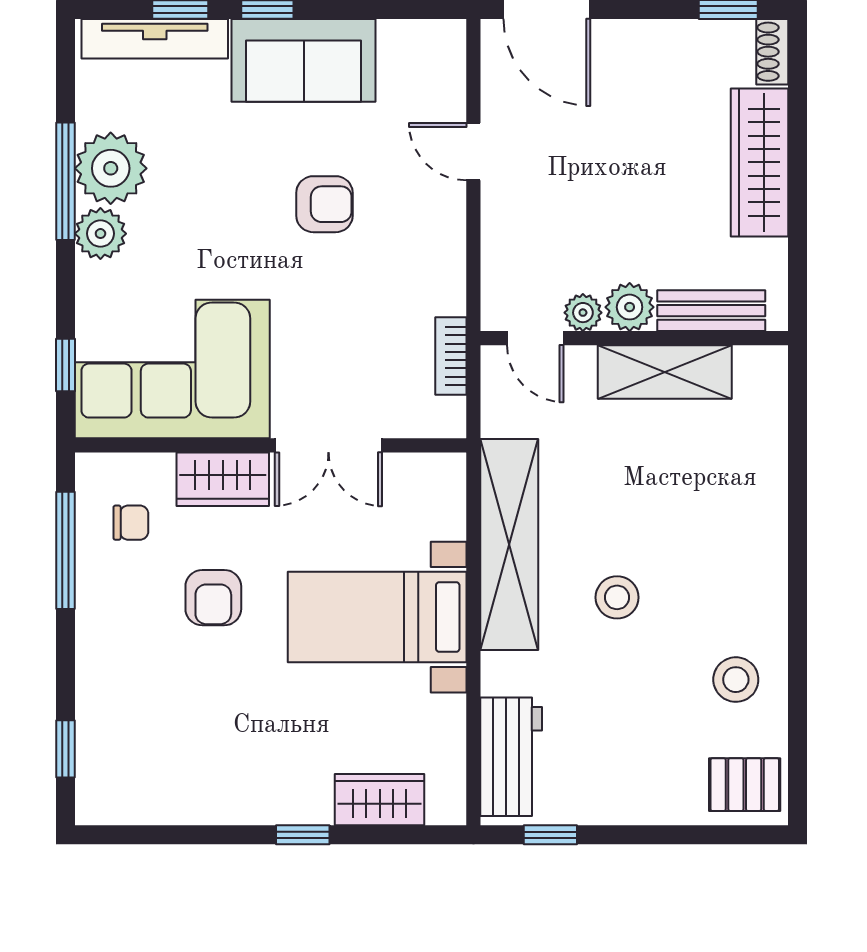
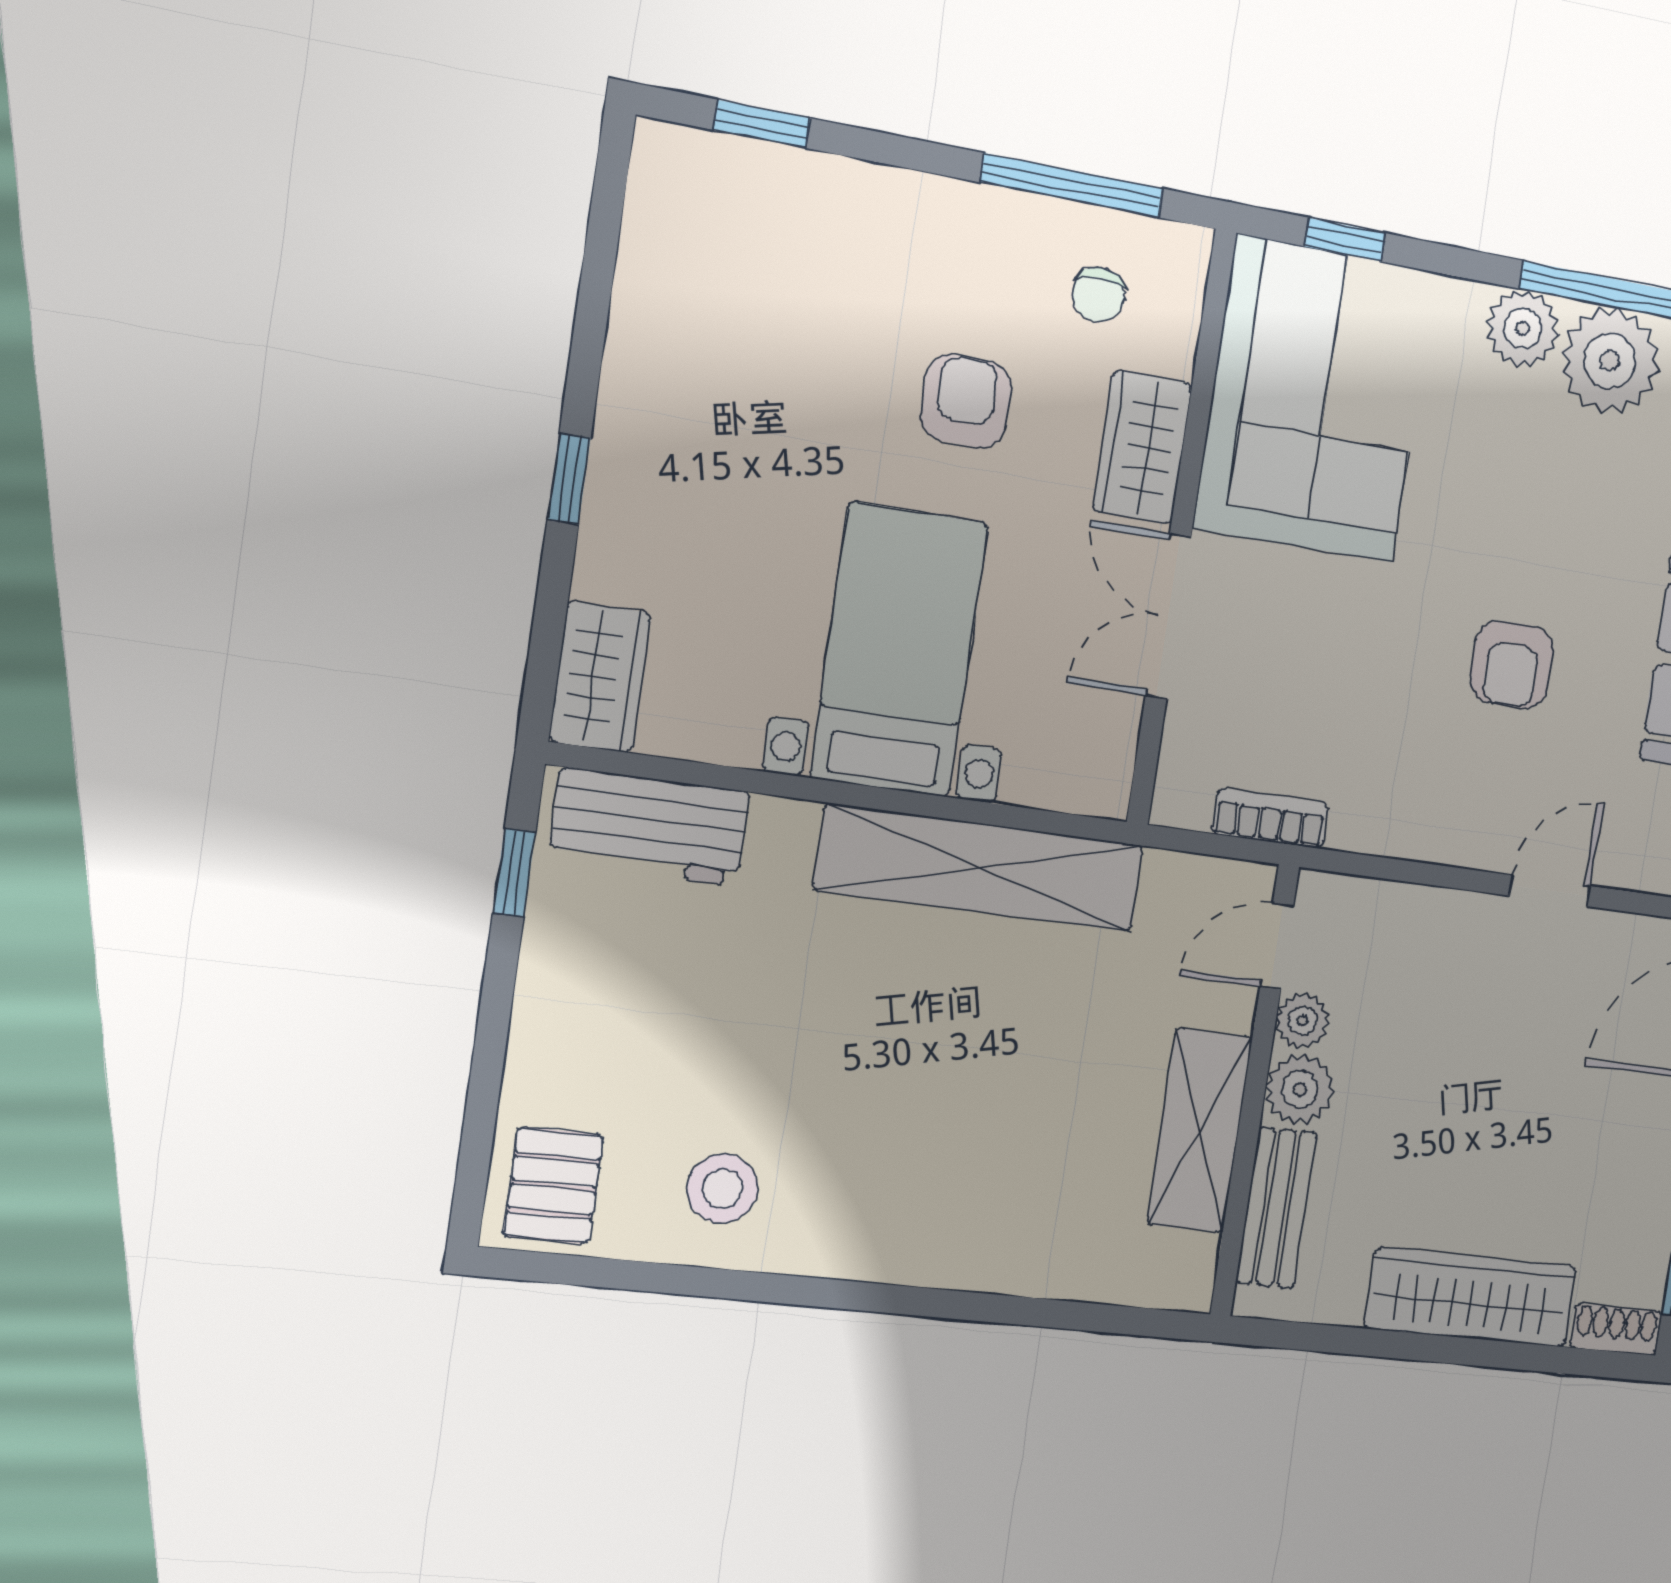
stool: (617, 597) -> (876, 1021), removed
armchair: (213, 598) -> (966, 401), turned 90
wardrobe: (380, 800) -> (600, 677), moved

